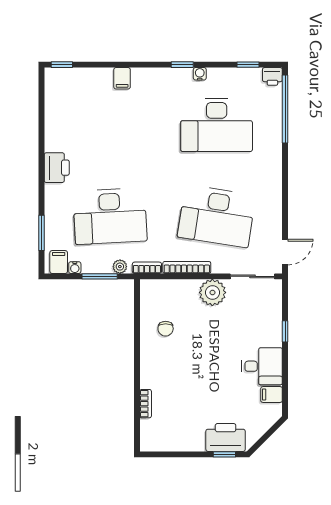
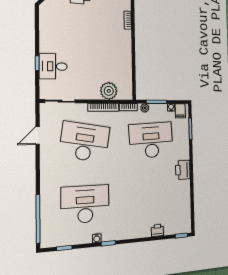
printer: (272, 76) -> (157, 230), moved
filing cabinet: (122, 78) -> (146, 230), removed
door: (285, 252) -> (38, 136), moved
plant: (212, 292) -> (109, 91), moved
chair: (166, 329) -> (116, 68), removed
desk: (262, 366) -> (53, 66), moved
filing cabinet: (272, 395) -> (46, 21), removed

